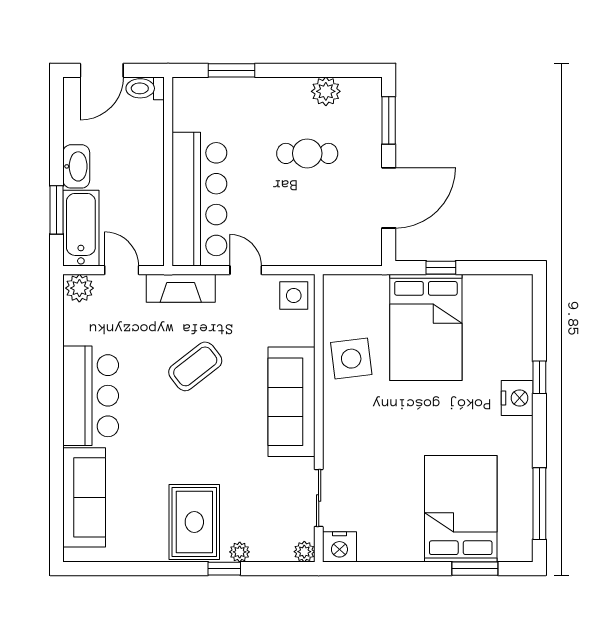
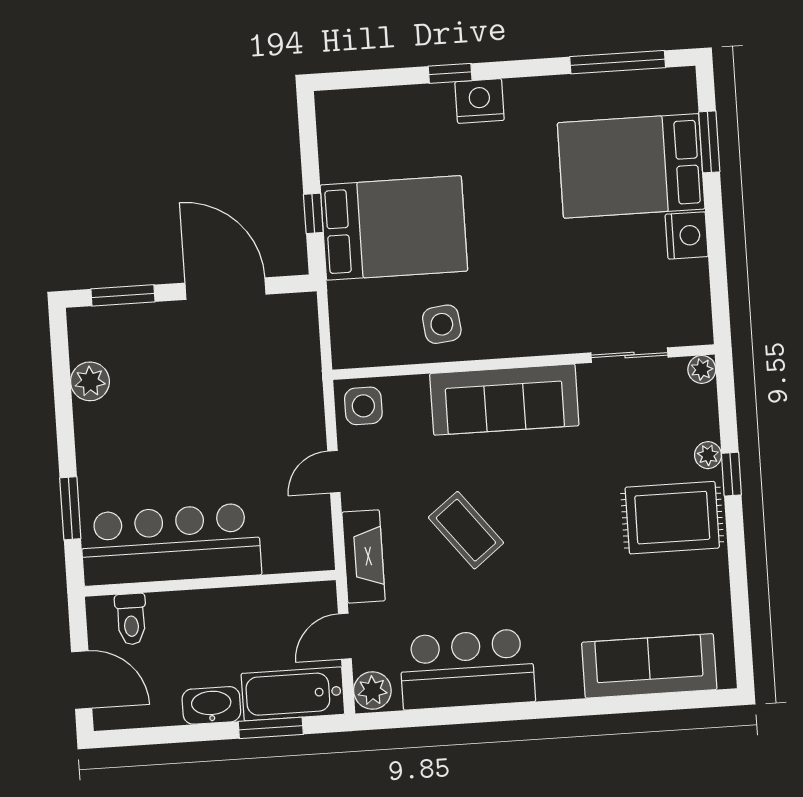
toilet: (145, 88) -> (131, 619), moved
cafe table: (307, 153) -> (174, 401), removed
bar counter: (199, 199) -> (171, 544), moved
side table: (351, 359) -> (442, 324), width x0.73, depth x0.73
bar counter: (91, 396) -> (467, 669), moved
nightstand: (339, 547) -> (687, 235), moved

